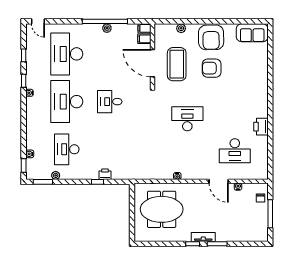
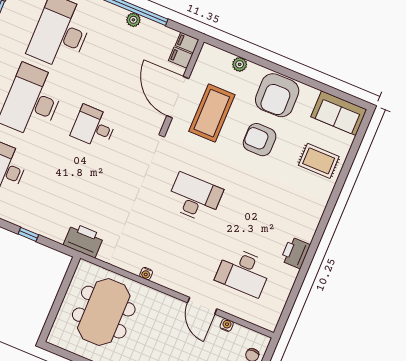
rug: (252, 66) -> (319, 161), added
printer: (105, 174) -> (84, 240), moved, width x1.87, depth x1.48
meeting table: (162, 209) -> (104, 312), turned 90

